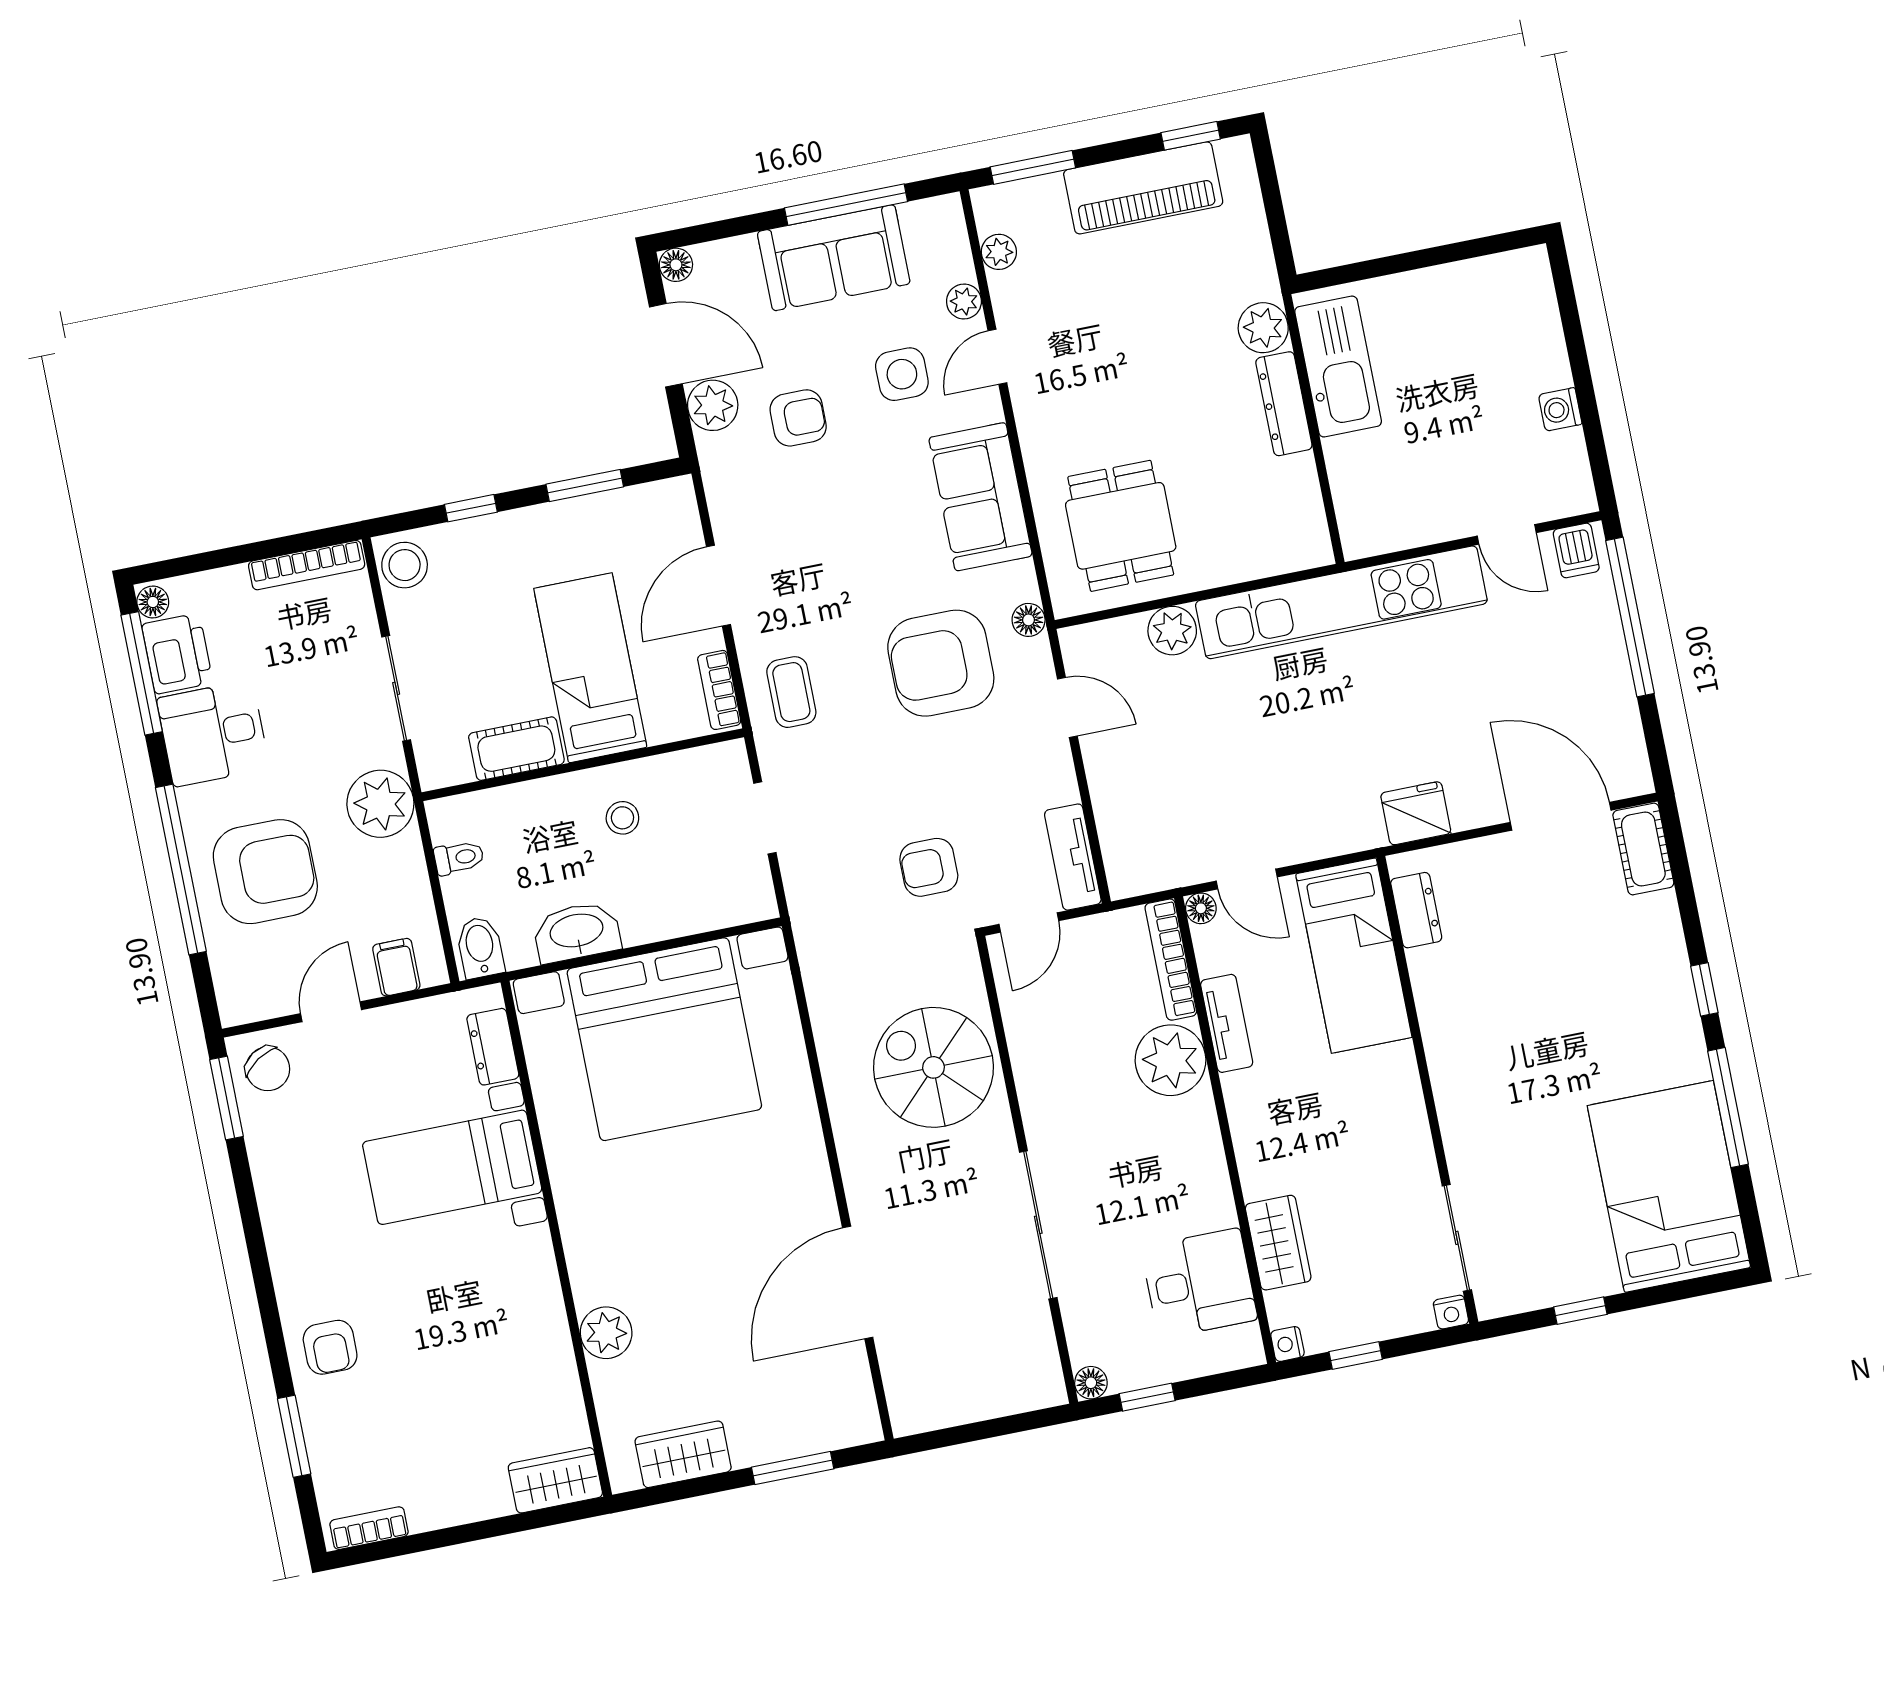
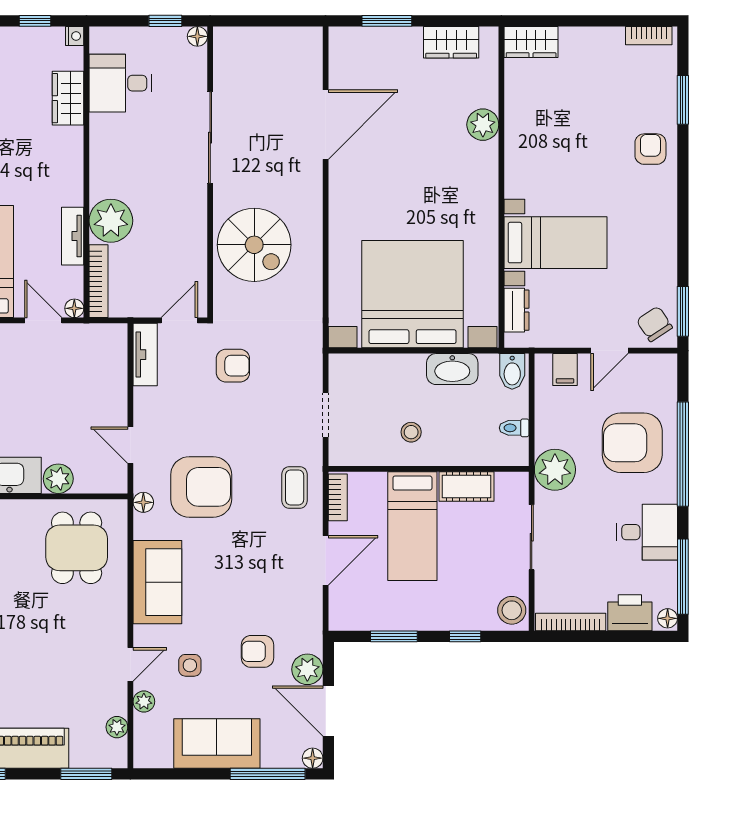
window: (846, 205) -> (268, 774), moved
side table: (902, 374) -> (190, 665), width x0.73, depth x0.73
printer: (177, 654) -> (630, 613), moved, turned 90

